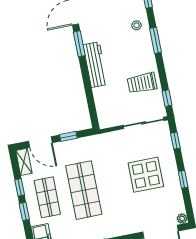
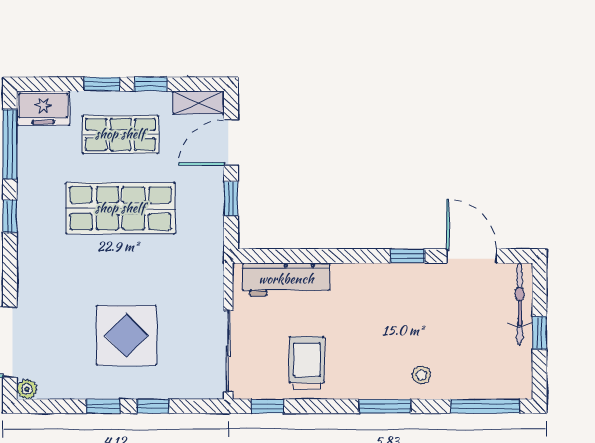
window: (79, 44) -> (407, 256), width x0.67
workbench: (95, 65) -> (286, 279), moved
window: (175, 141) -> (153, 406), moved

